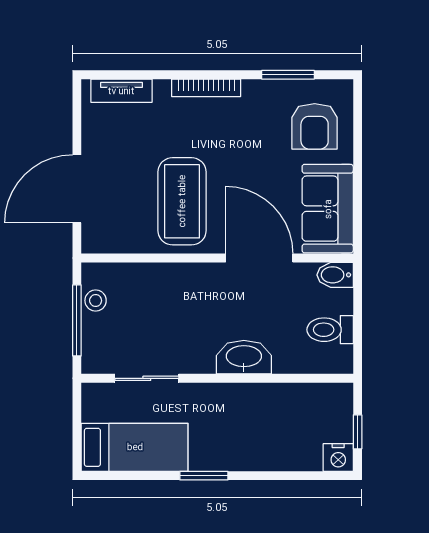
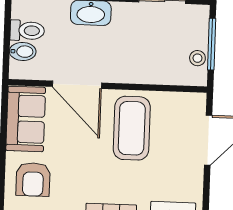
armchair: (315, 126) -> (33, 179), turned 180
bidet: (335, 275) -> (23, 52), moved

